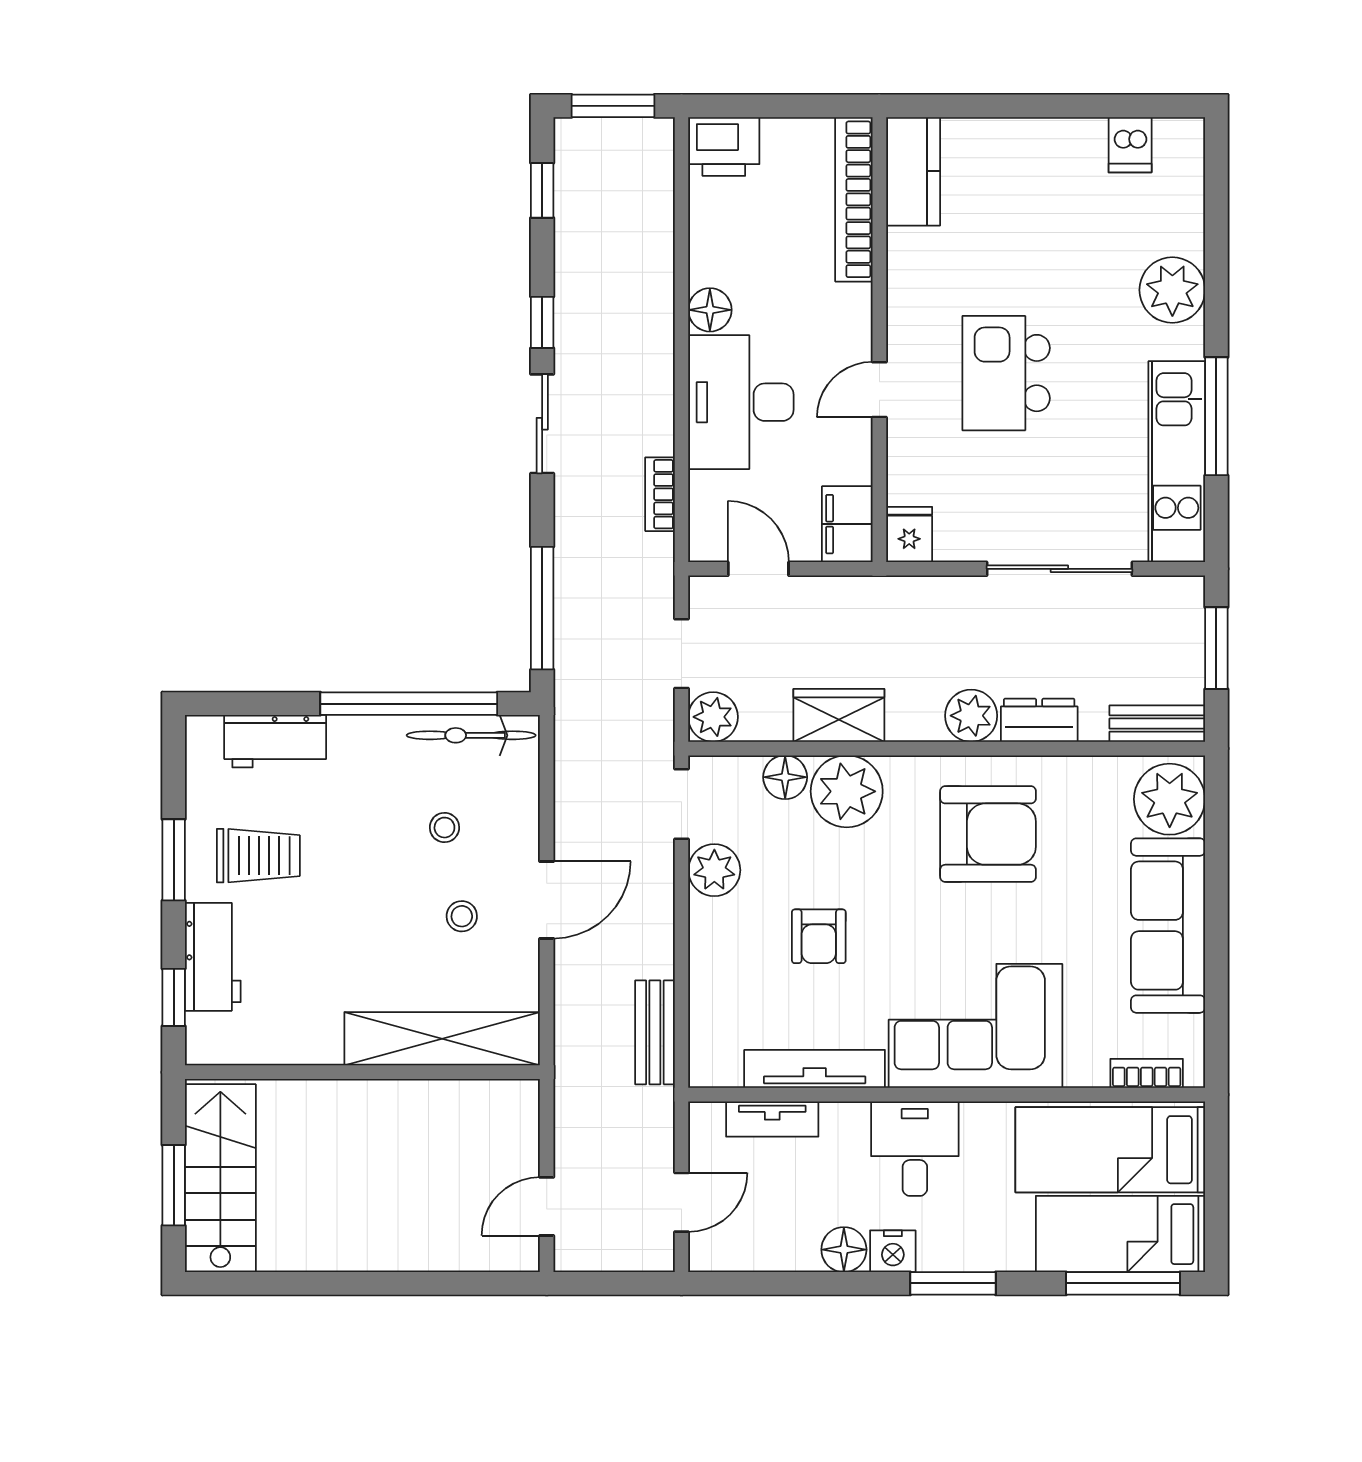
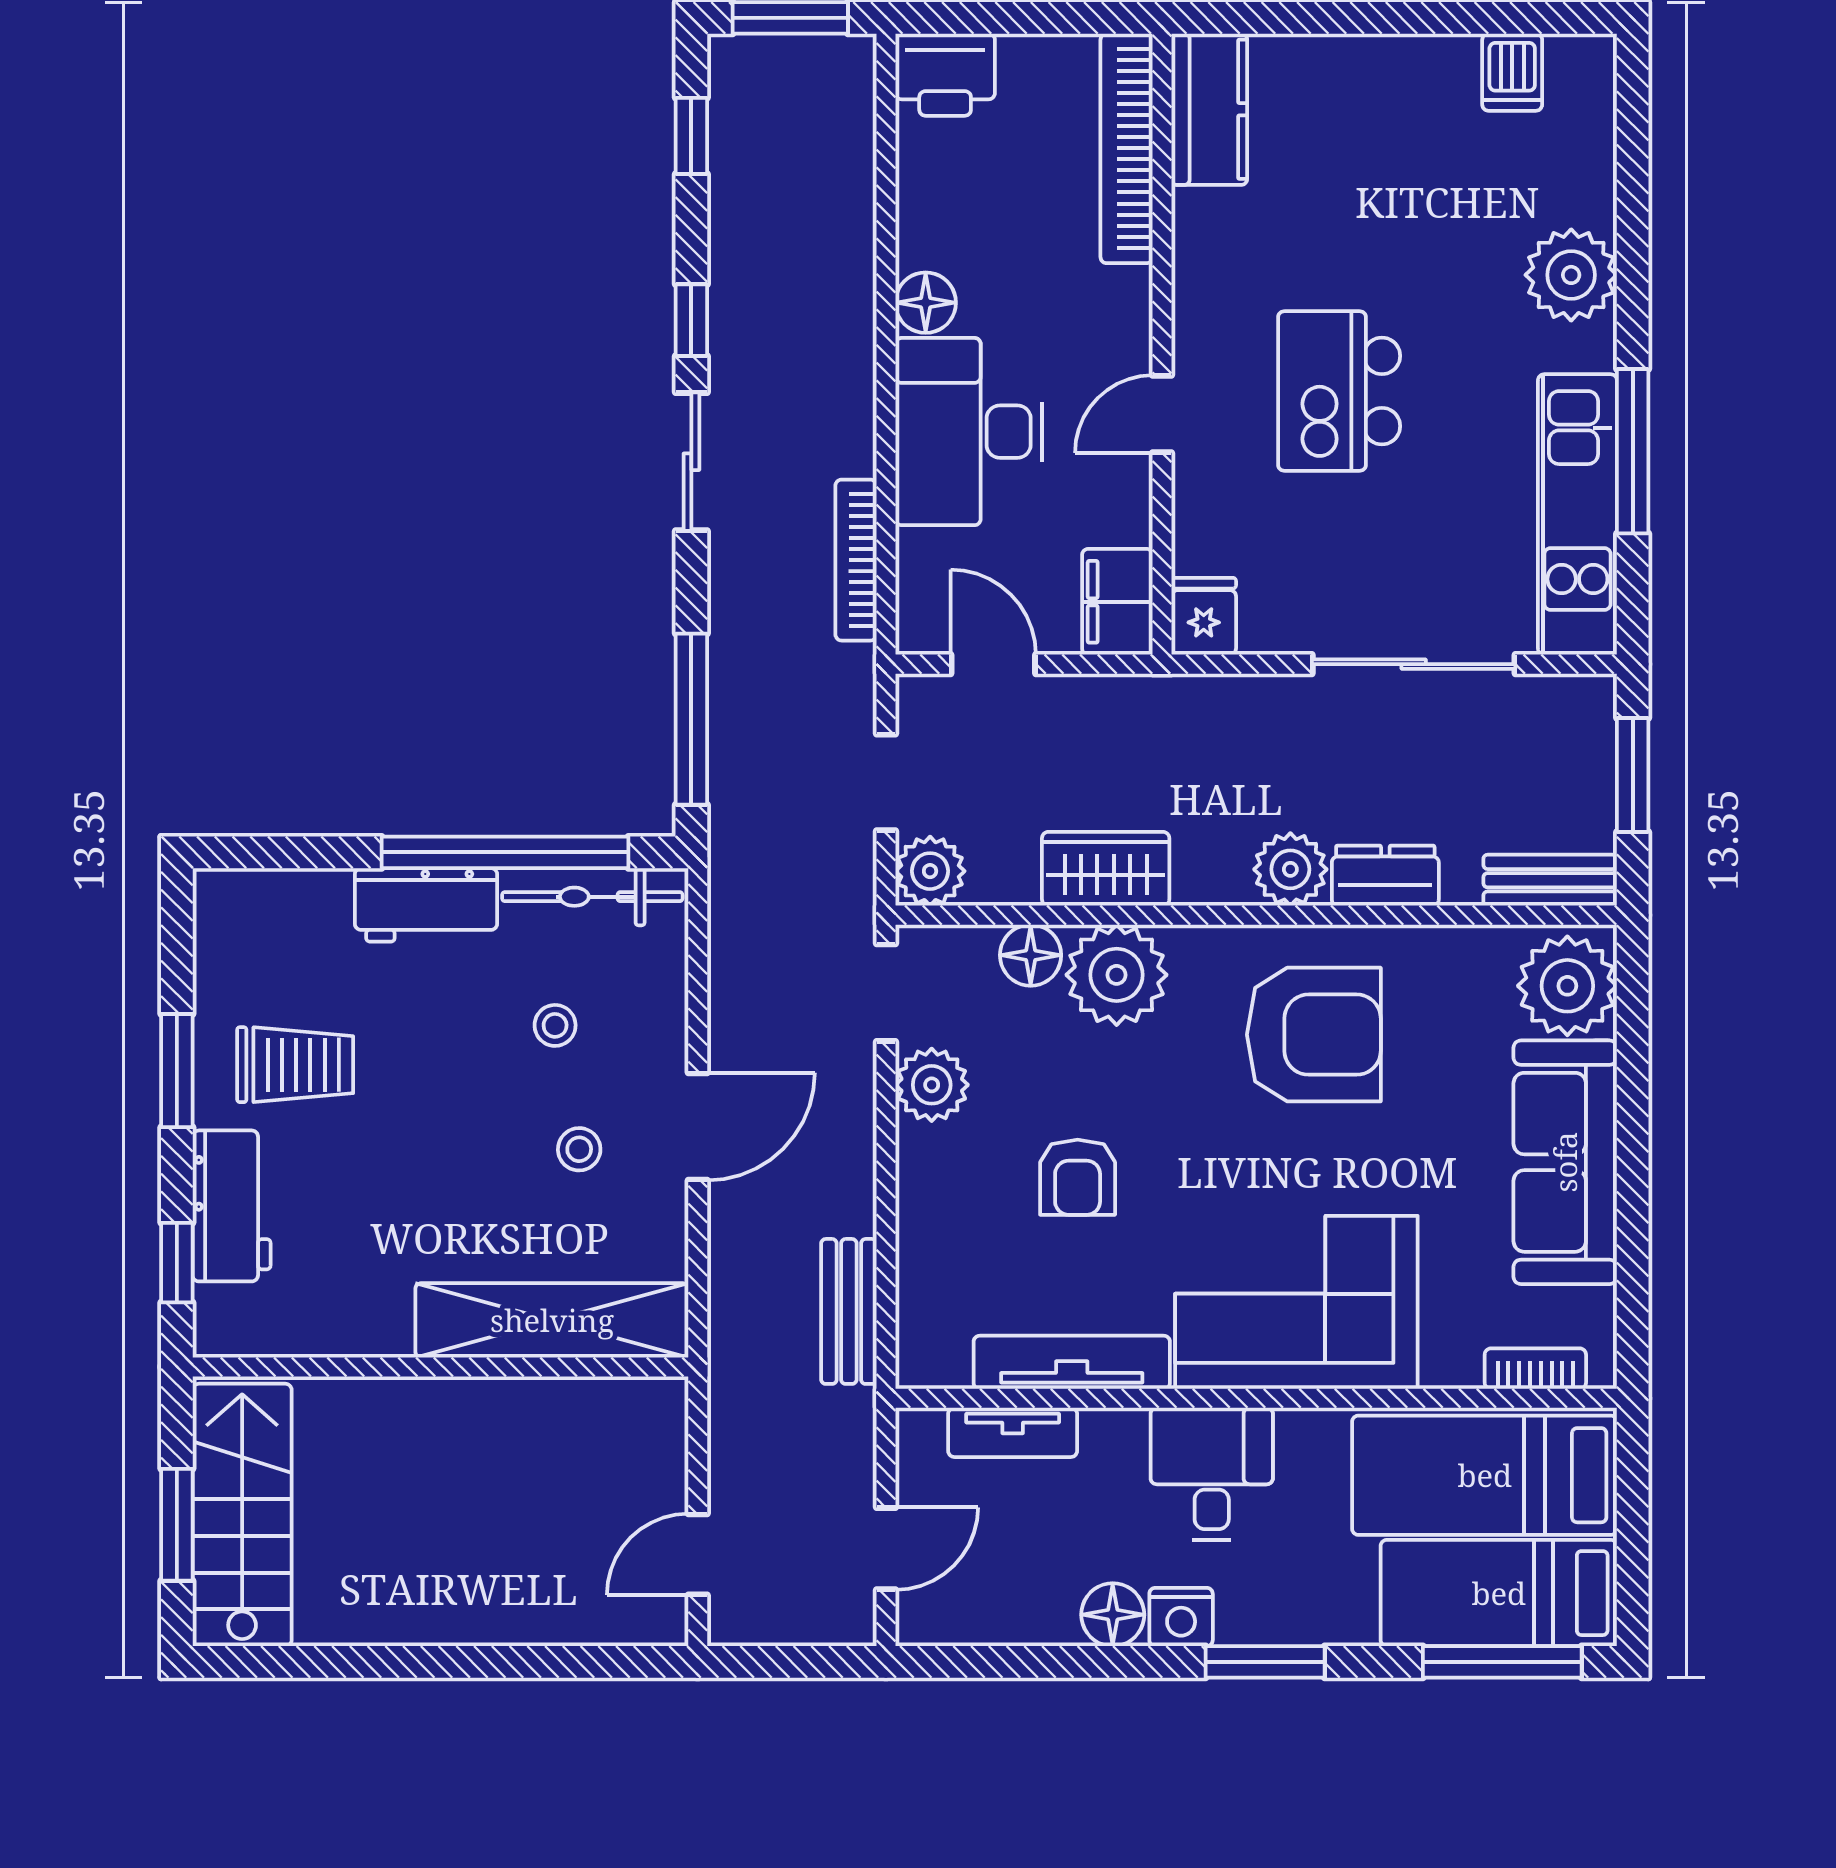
bookcase: (660, 494) -> (856, 560), width x1.56
workbench: (275, 741) -> (426, 905), moved

